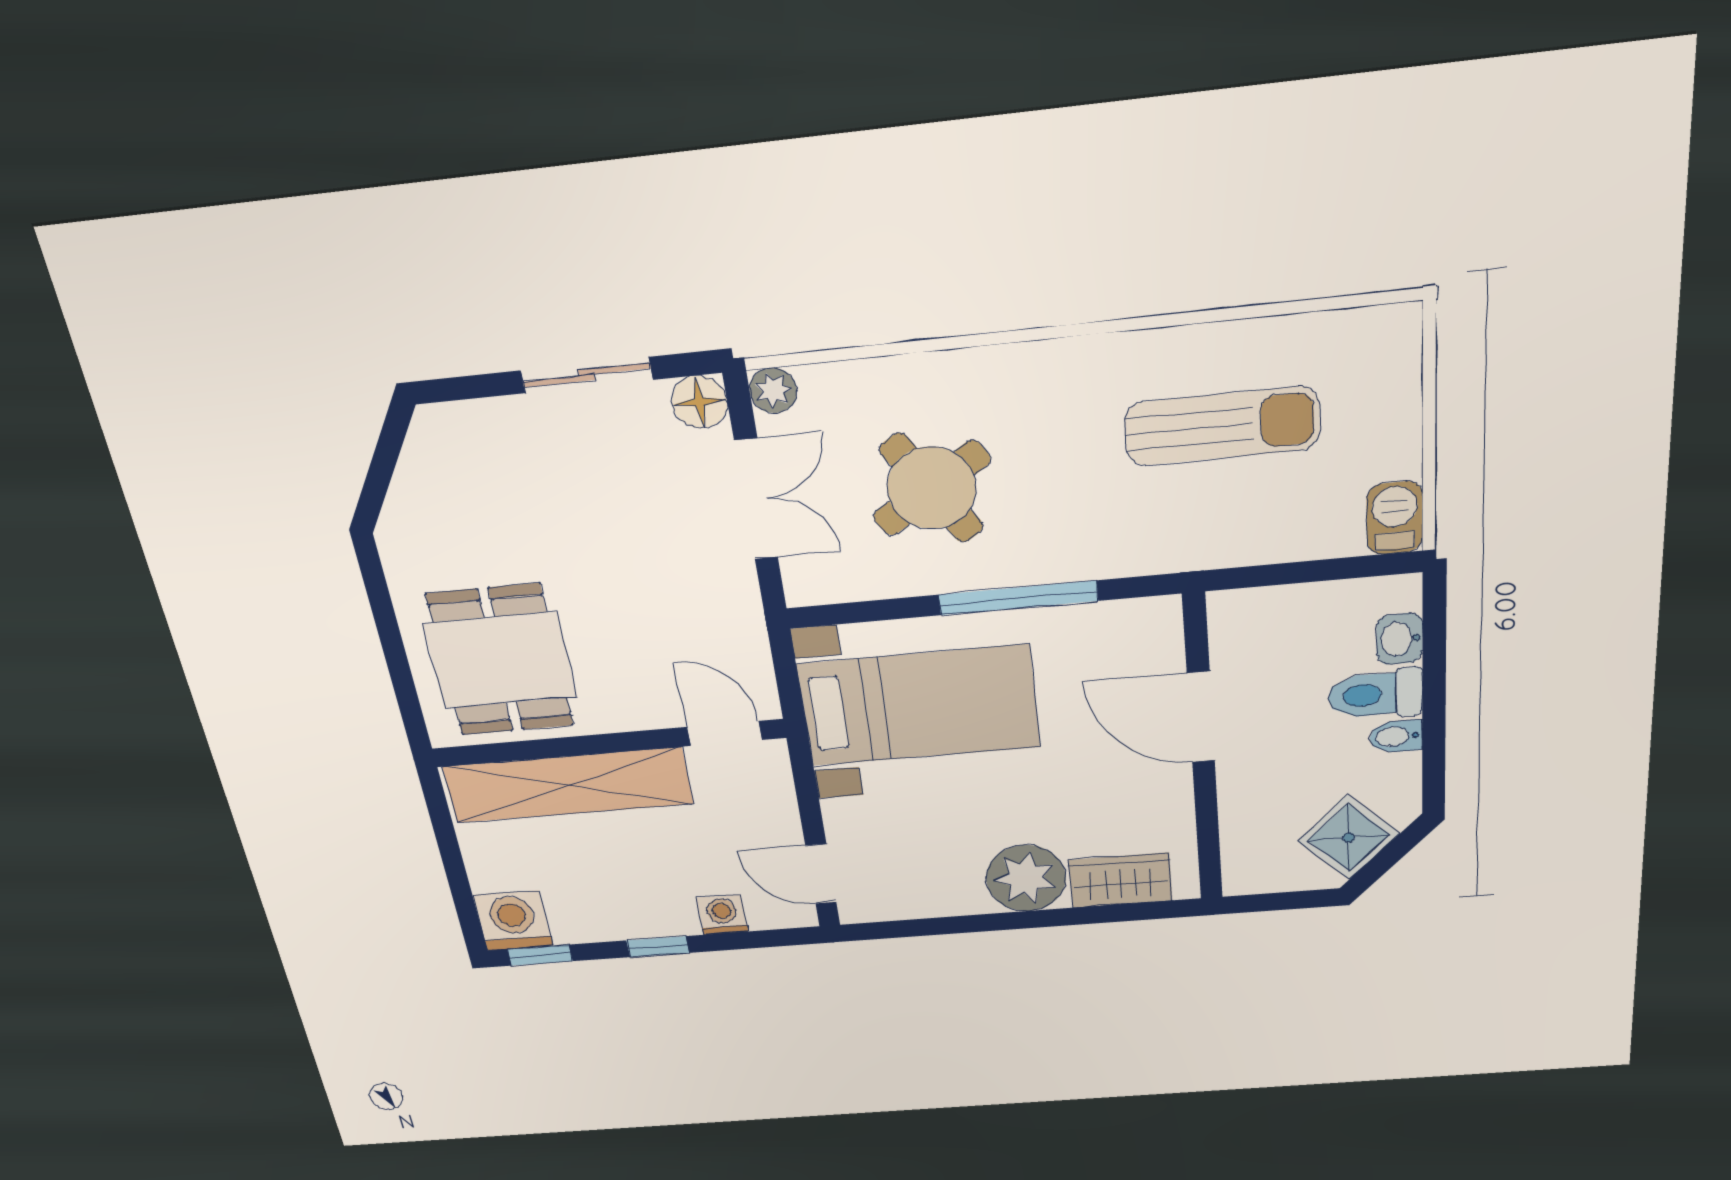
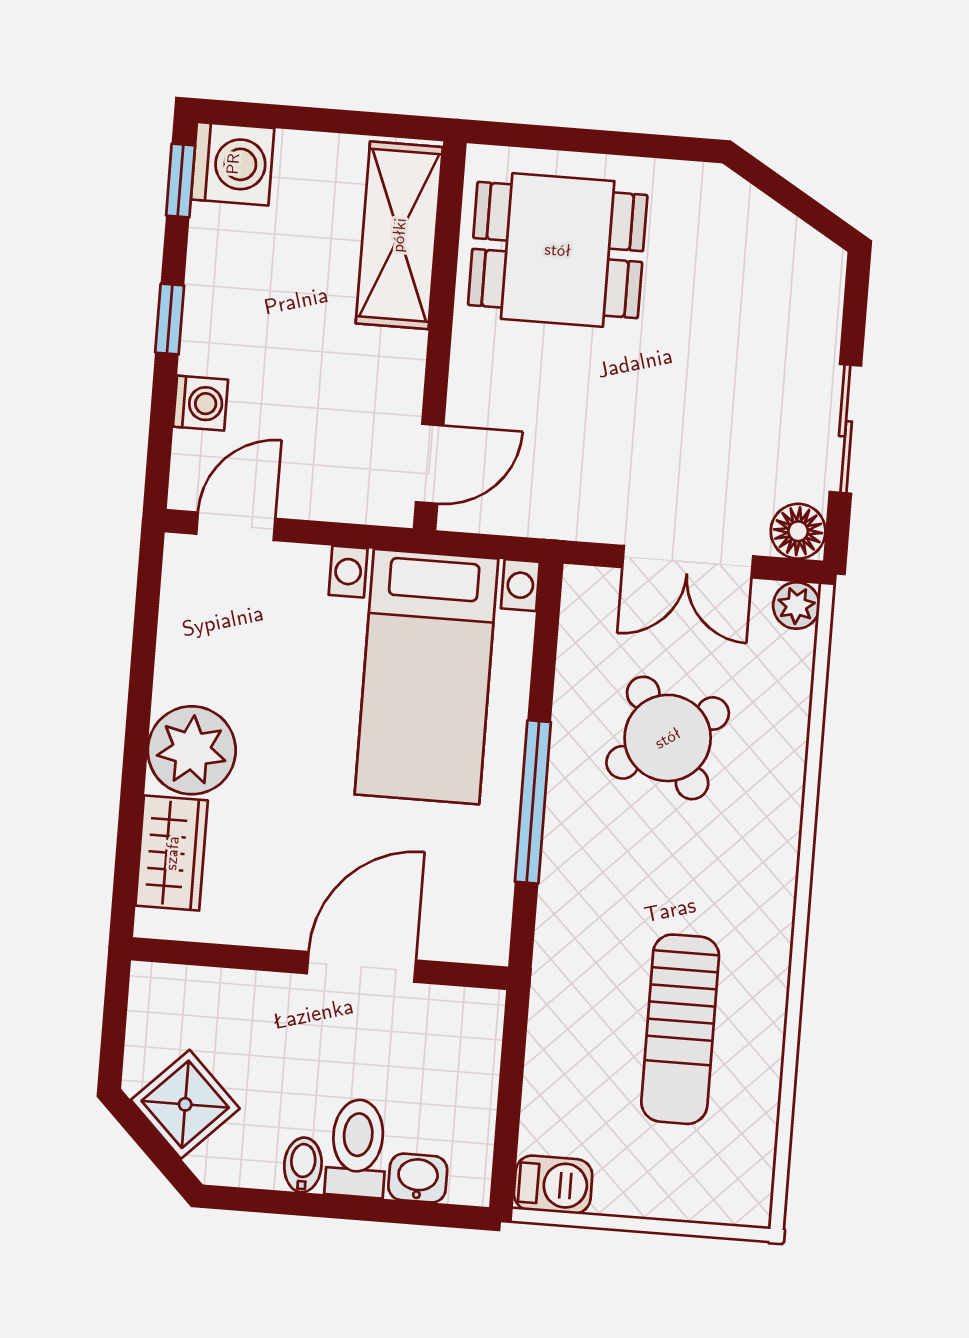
shelving: (568, 785) -> (399, 235), width x0.68

